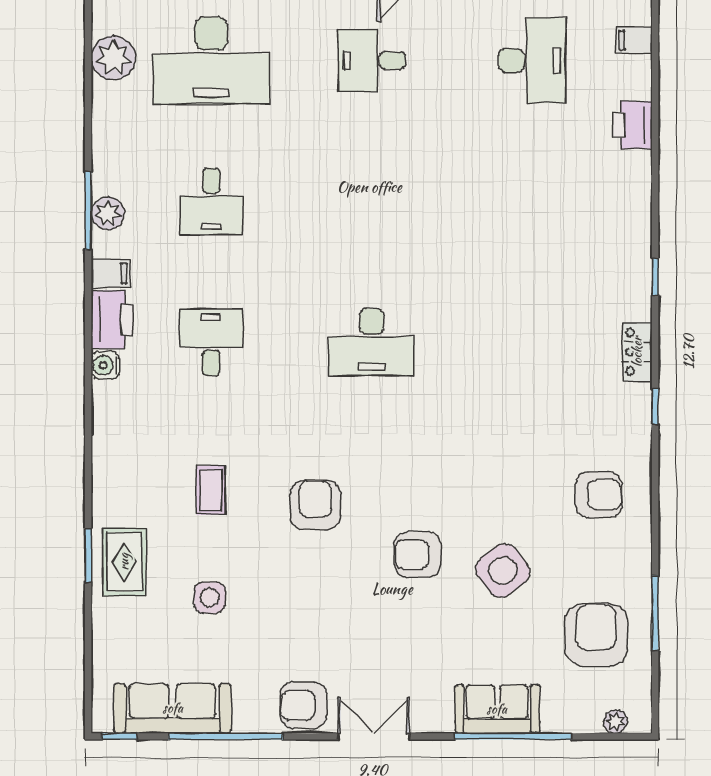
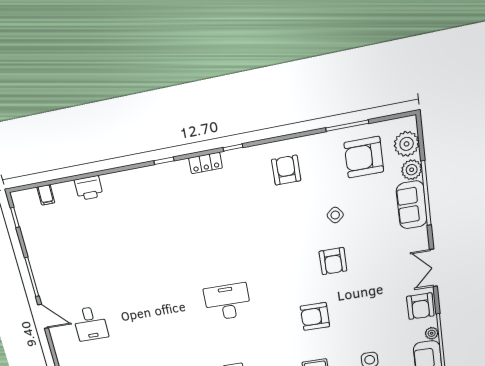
desk: (532, 61) -> (70, 246), removed
desk: (372, 342) -> (227, 302), turned -90
side table: (503, 571) -> (335, 215), width x0.54, depth x0.54
plant: (559, 715) -> (412, 170), added
plant: (246, 721) -> (432, 333), added
plant: (616, 722) -> (407, 144), width x1.88, depth x1.88

